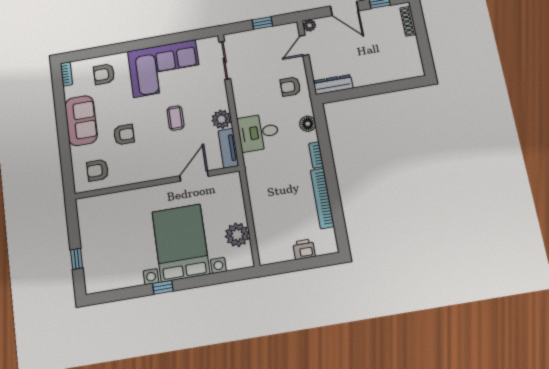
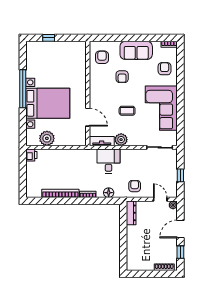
printer: (304, 249) -> (31, 155), moved
window: (163, 287) -> (23, 89), width x3.17

